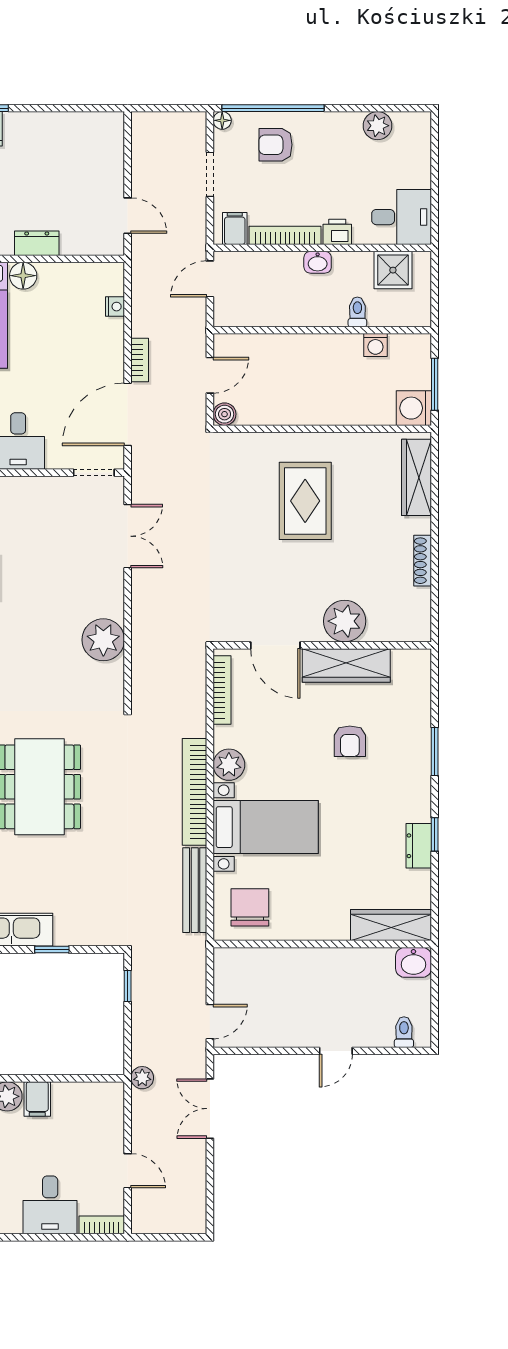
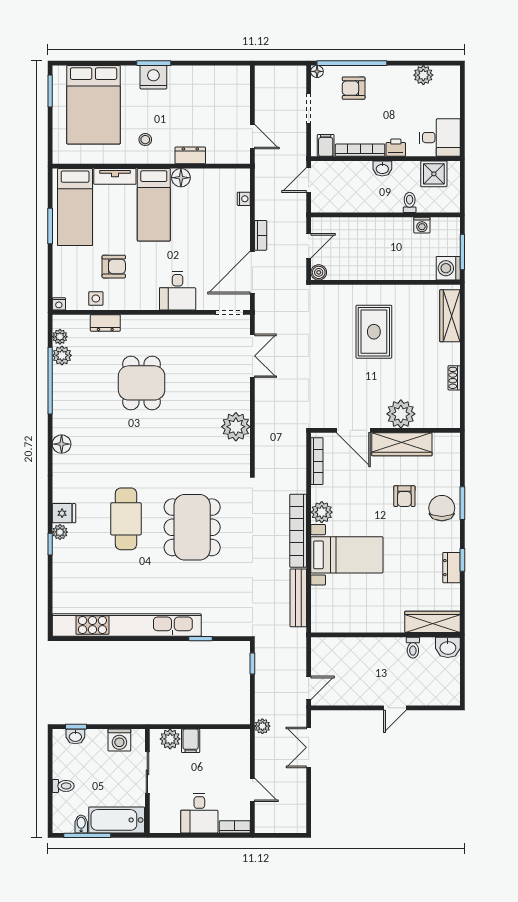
shoe rack: (423, 561) -> (454, 378), width x0.70
chair: (250, 907) -> (442, 508), moved
toilet: (404, 1032) -> (413, 648), moved, turned 180

